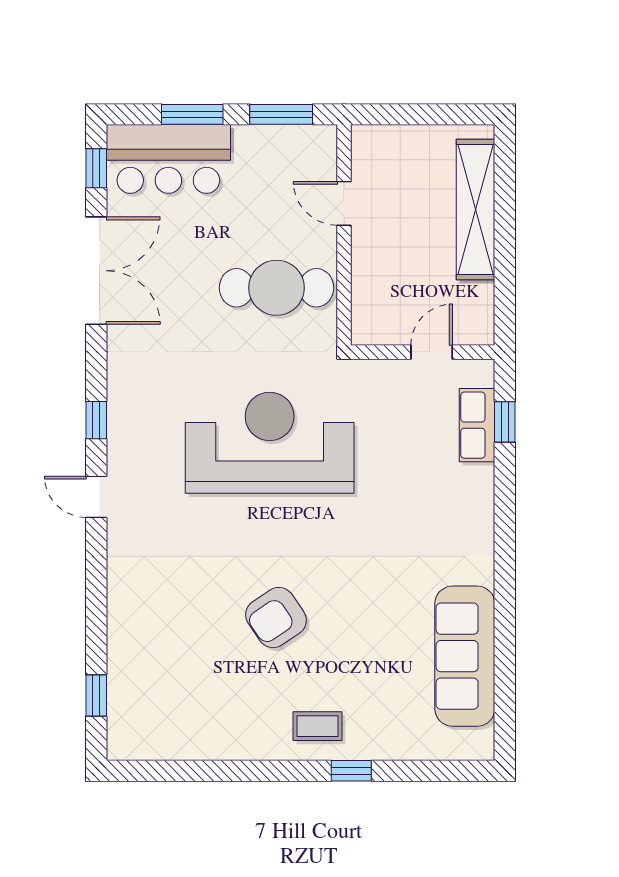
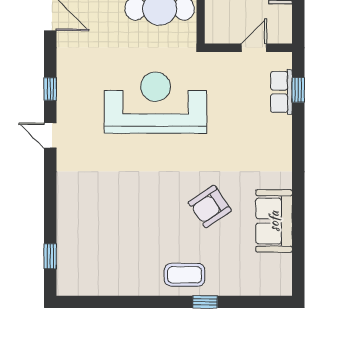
armchair: (276, 618) -> (210, 206), moved
sofa: (465, 656) -> (274, 221), width x0.73
coffee table: (318, 726) -> (185, 275), width x1.36, depth x1.30

